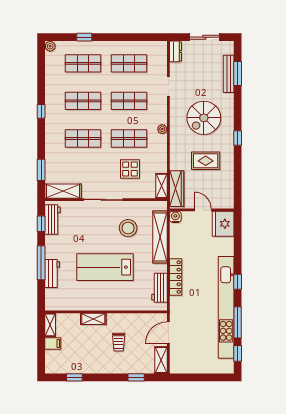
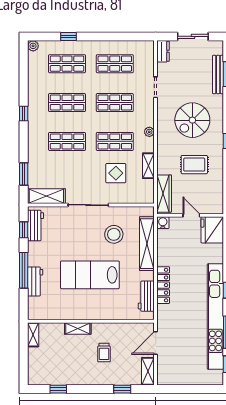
shelving: (161, 186) -> (148, 166), moved
filing cabinet: (53, 344) -> (36, 354), removed

